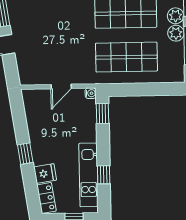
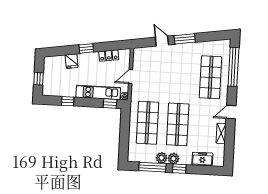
door: (61, 87) -> (131, 76), hinge flipped
kitchen unit: (88, 175) -> (98, 92), moved
locker: (46, 198) -> (109, 56), moved

